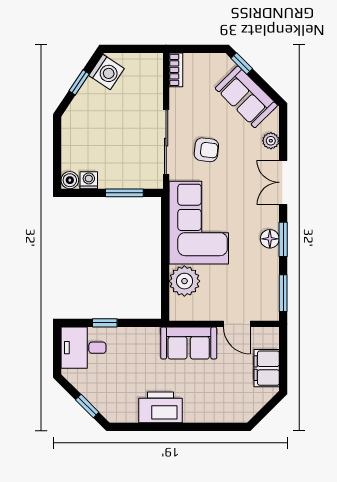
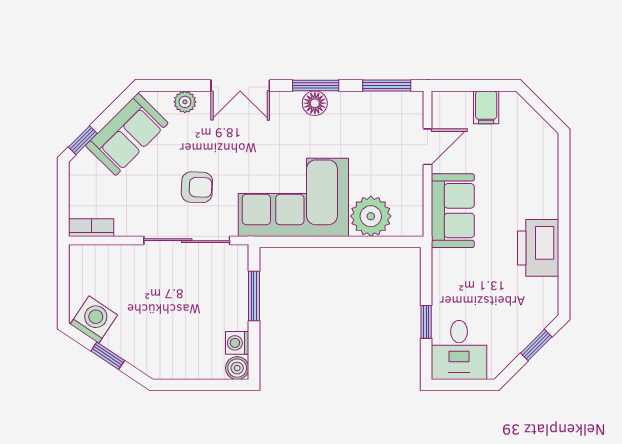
armchair: (206, 150) -> (197, 187), turned 85
filing cabinet: (267, 368) -> (486, 107), width x0.50

